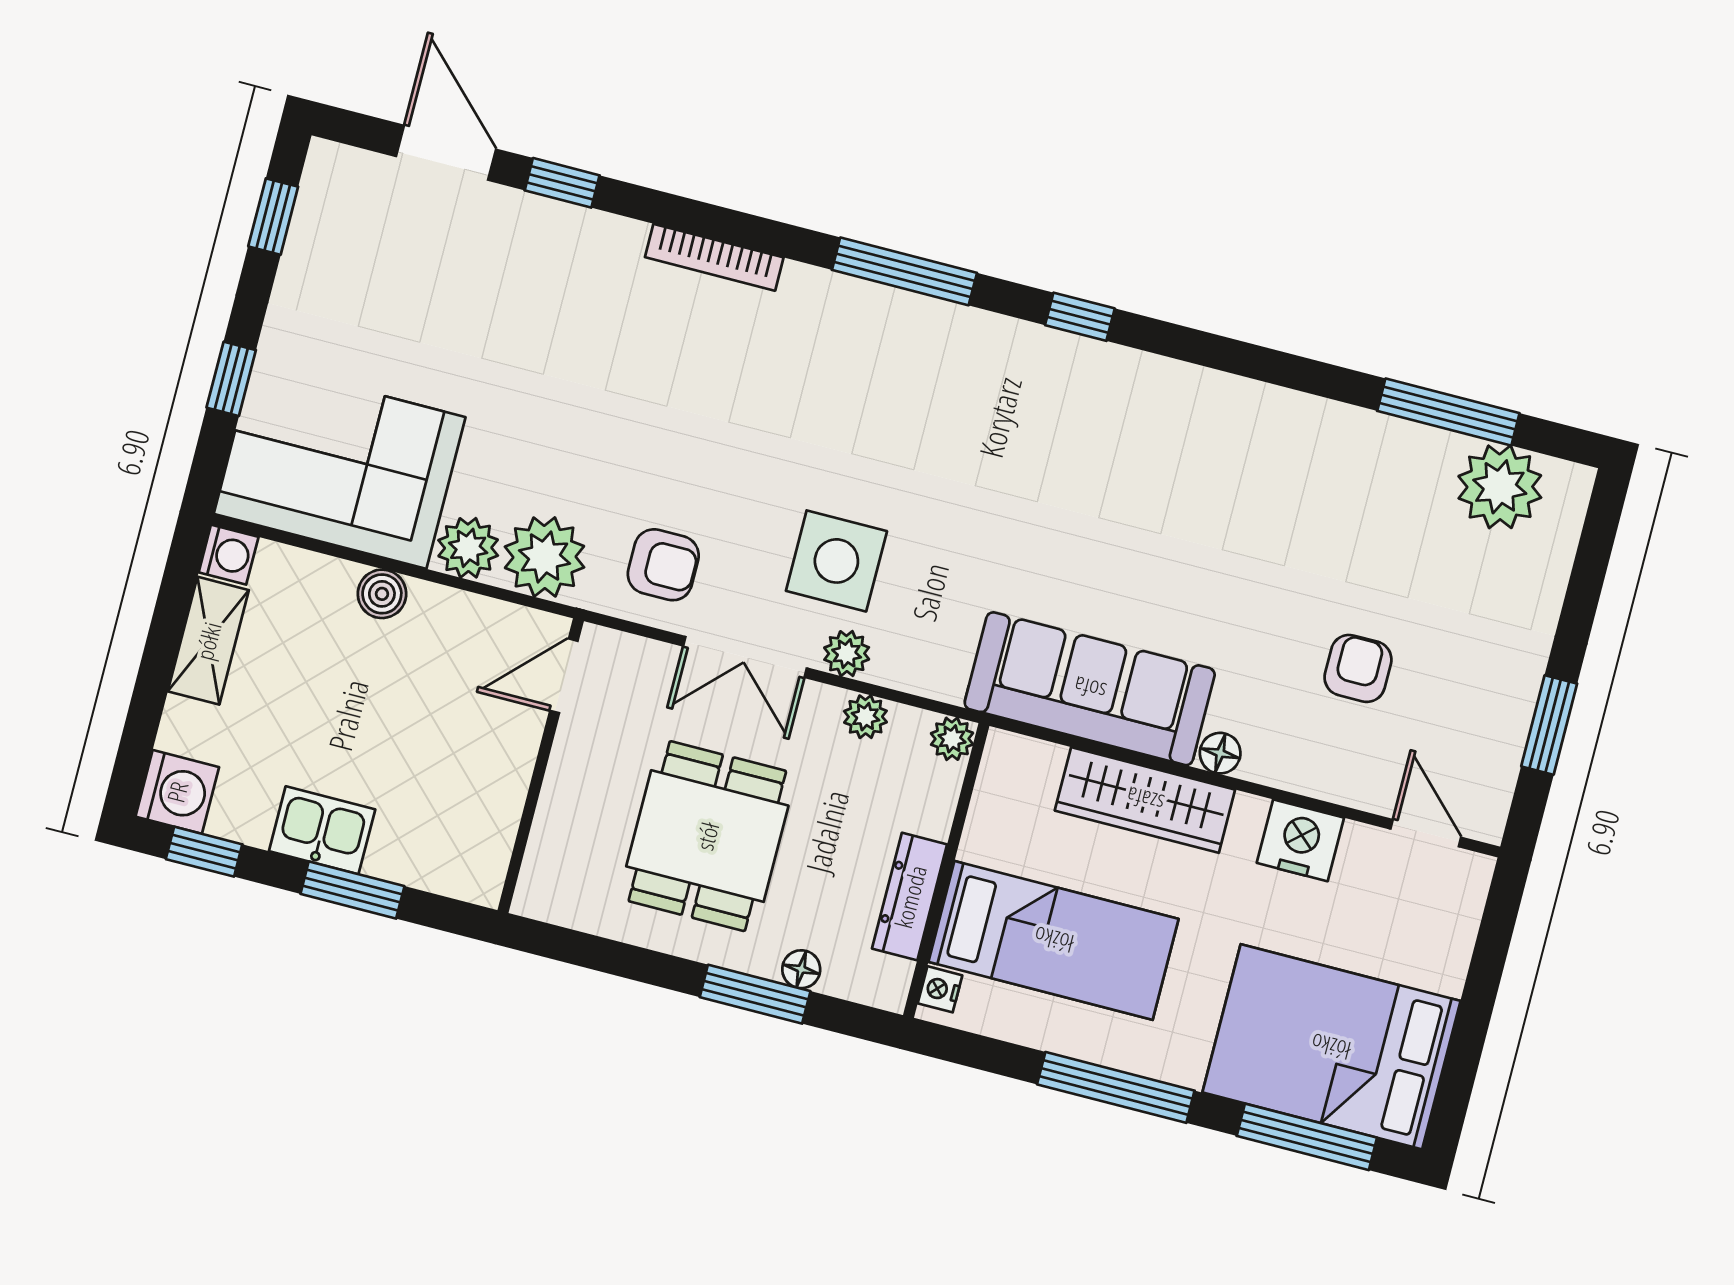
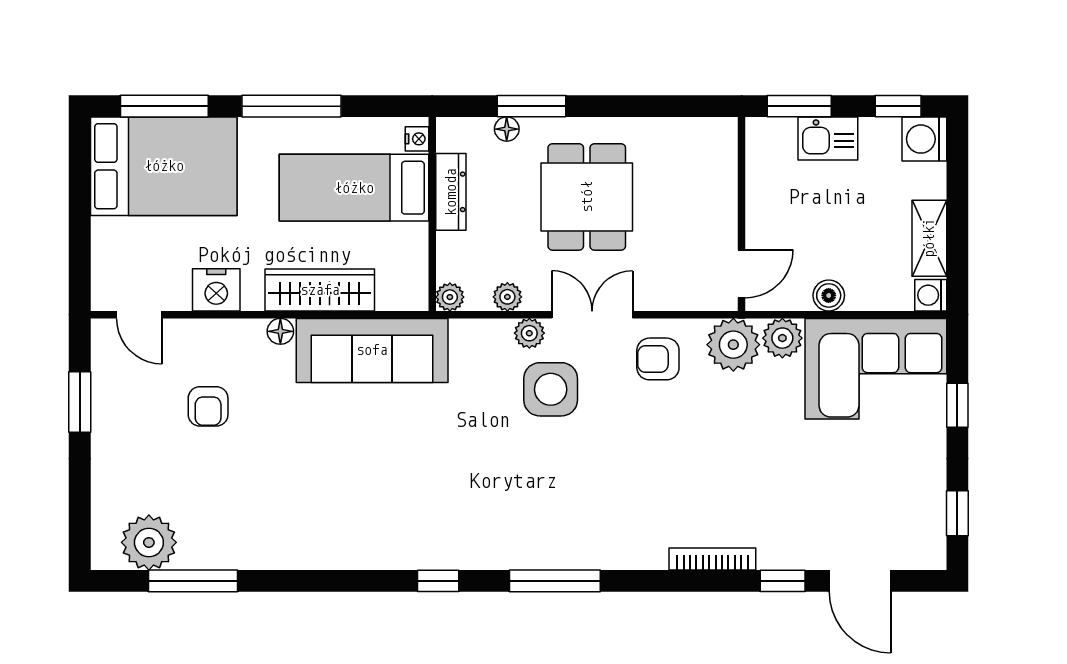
bookcase: (714, 257) -> (712, 559), moved
door: (564, 676) -> (742, 274), moved
wall: (541, 766) -> (742, 214), moved

